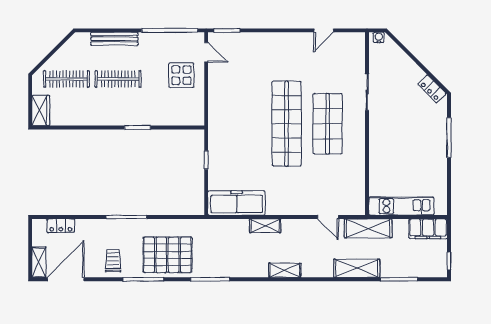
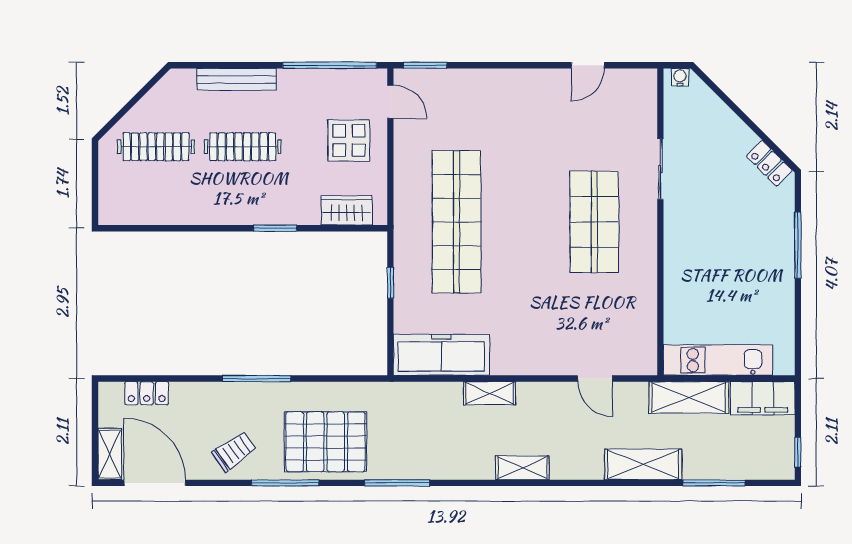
wardrobe: (41, 110) -> (347, 210), moved, turned -90
shop shelf: (287, 124) -> (457, 222), moved
shelving: (368, 228) -> (689, 397), moved
trolley: (113, 261) -> (234, 451), turned 55
door: (66, 279) -> (155, 483), hinge flipped

